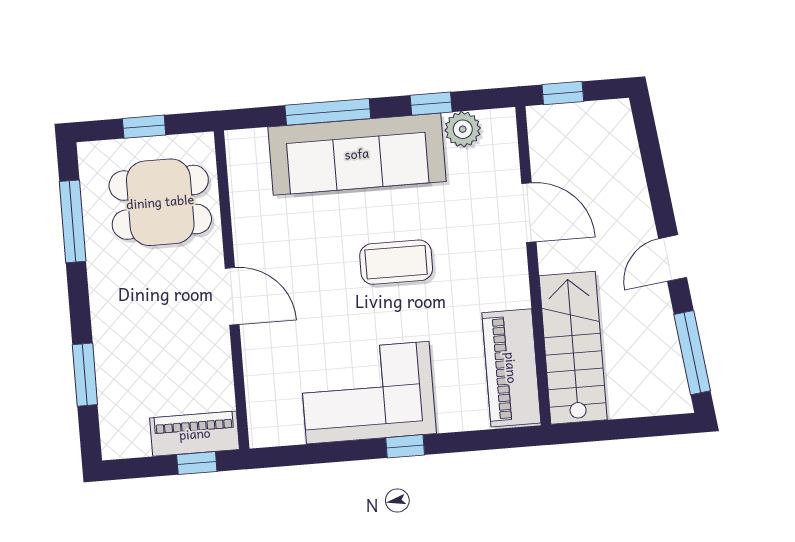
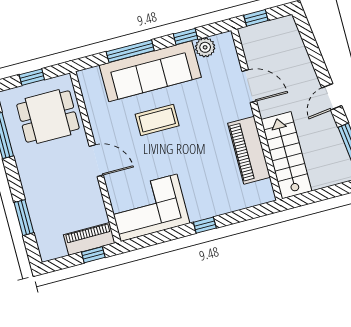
coffee table: (396, 262) -> (157, 120), moved
piano: (511, 368) -> (249, 150), moved
corner sofa: (368, 393) -> (149, 208), moved

